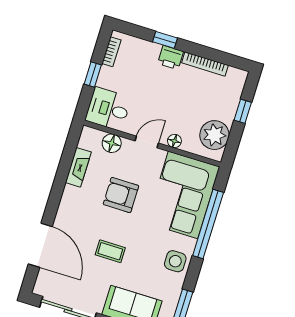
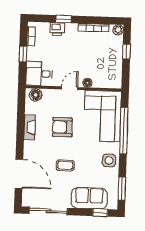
printer: (171, 58) -> (57, 29), moved
plant: (214, 135) -> (118, 30), moved, width x0.53, depth x0.53
floor lamp: (112, 143) -> (36, 95), moved
fireplace: (78, 167) -> (30, 127), moved

